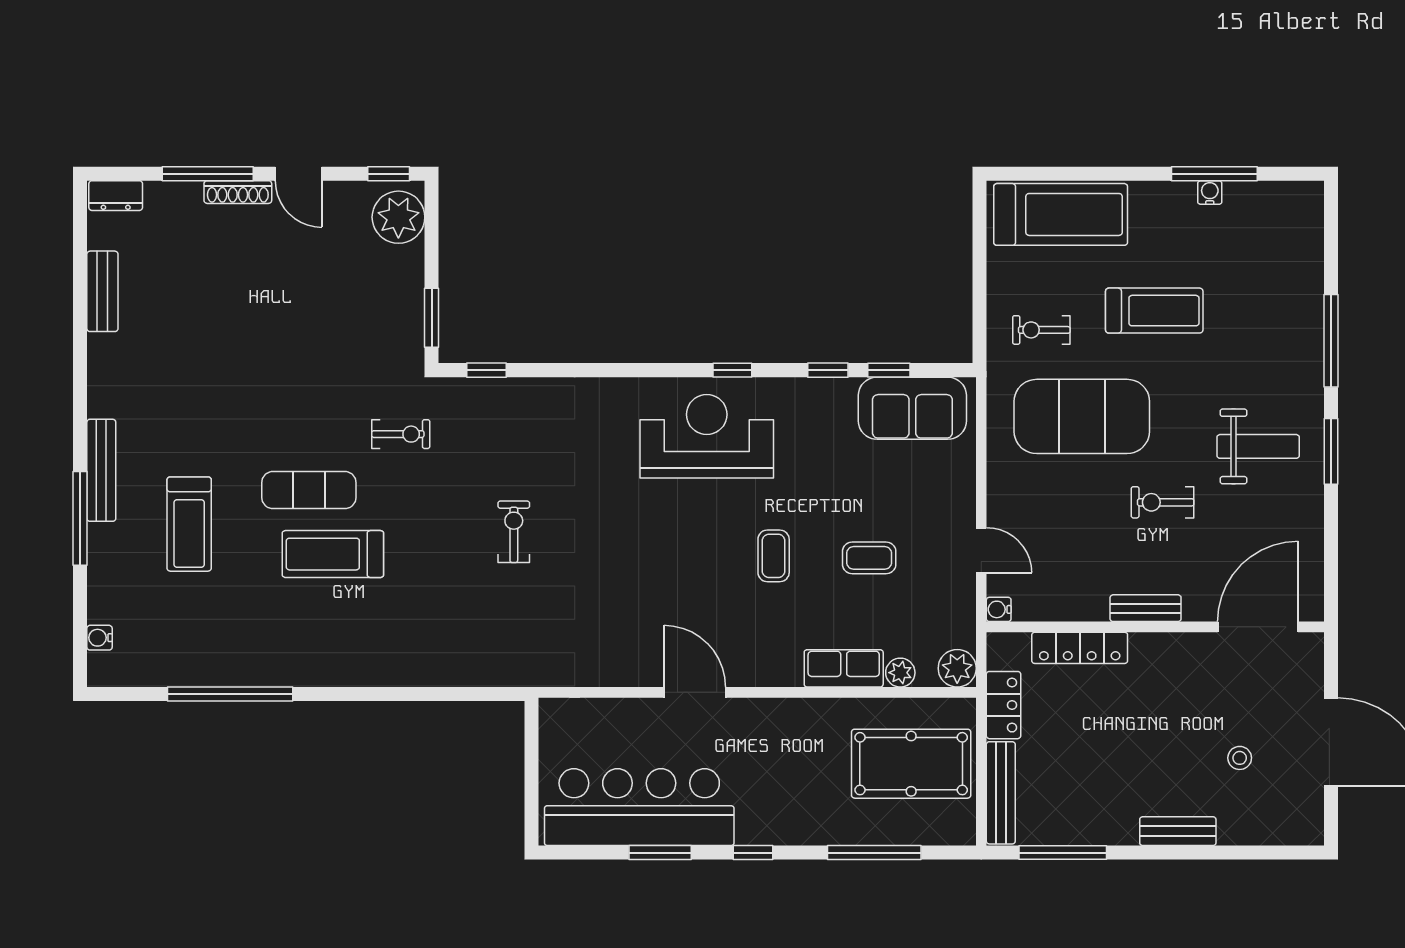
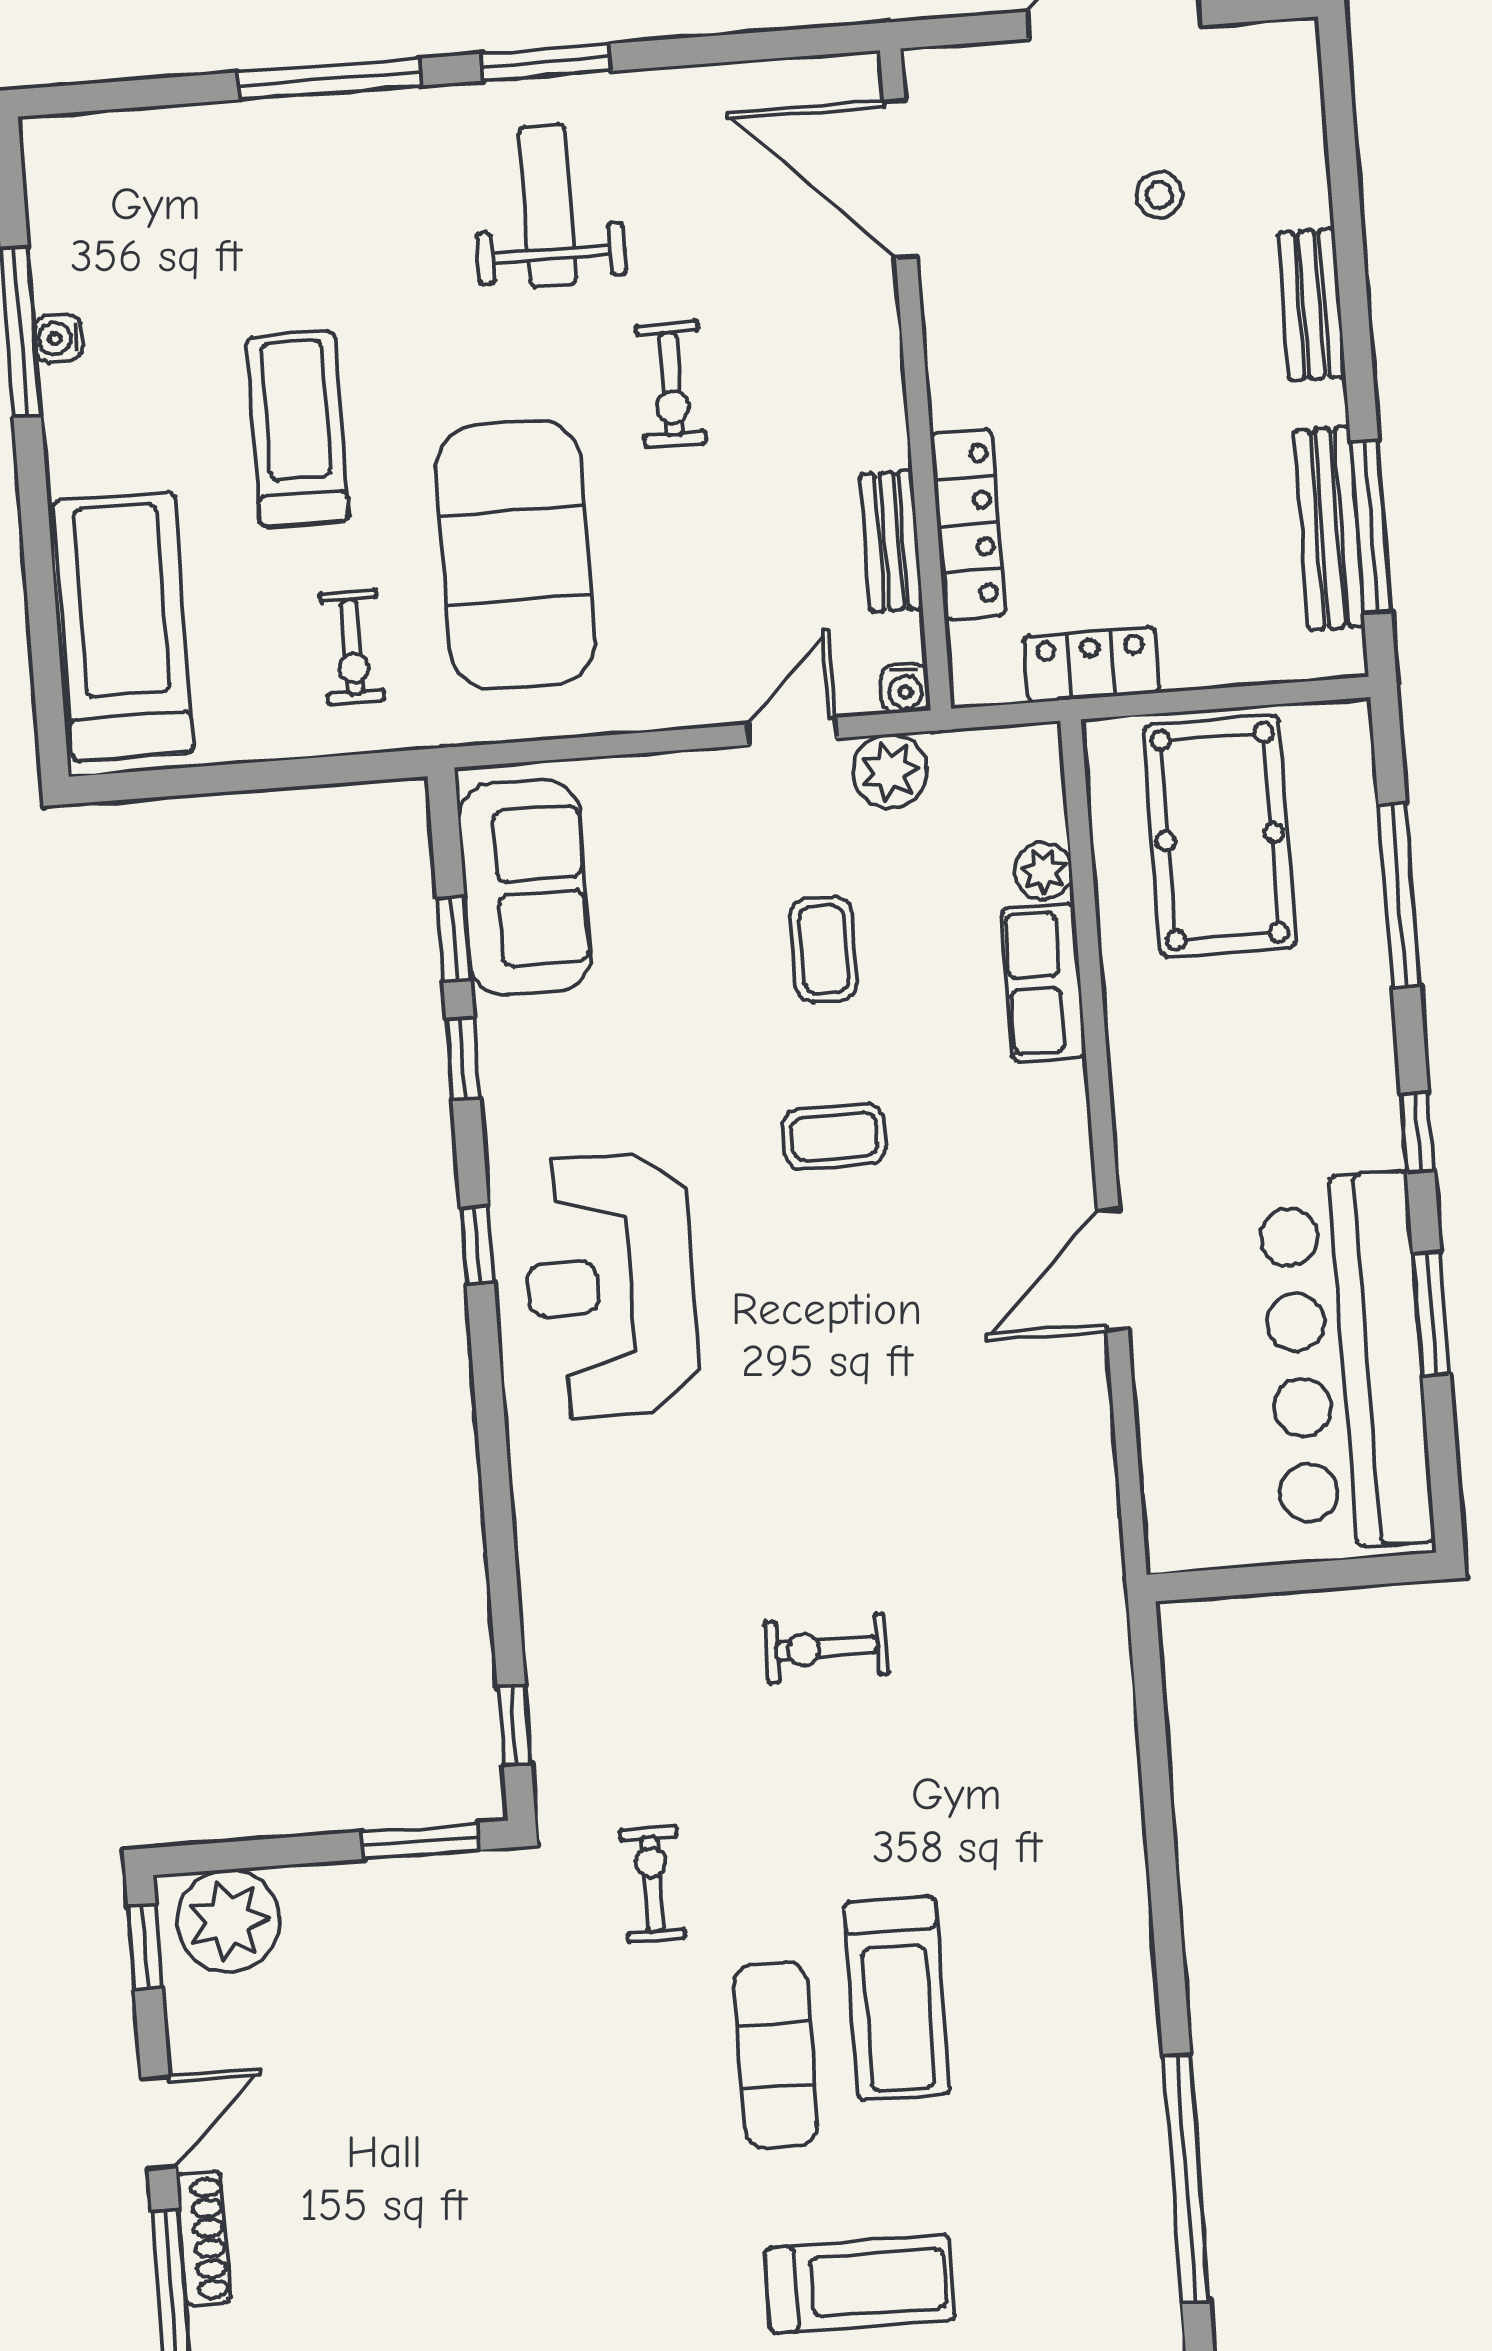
bench: (1146, 608) -> (891, 541), moved
plant: (957, 668) -> (890, 771), moved
bench: (1001, 793) -> (1329, 528), moved, turned 90

